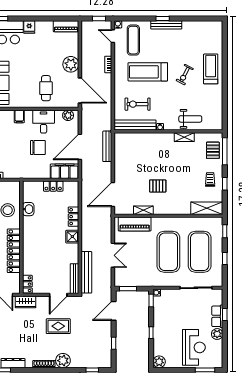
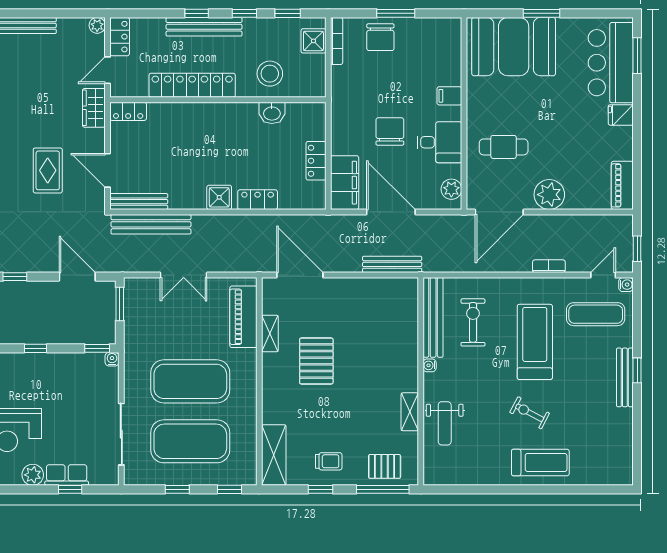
chair: (38, 148) -> (390, 131), turned 180
pallet: (158, 186) -> (316, 361), width x1.50, depth x1.42

